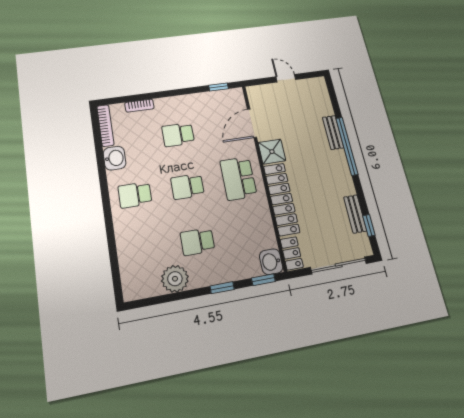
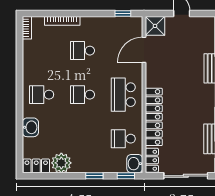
bookcase: (139, 106) -> (62, 21), width x1.56
bookcase: (105, 126) -> (27, 28), width x0.64
shower: (272, 152) -> (155, 26), moved
washbasin: (115, 158) -> (30, 127), moved
school desk: (197, 242) -> (123, 139), moved
locker: (142, 289) -> (36, 166), added

